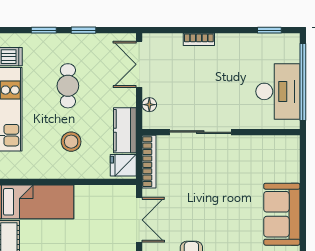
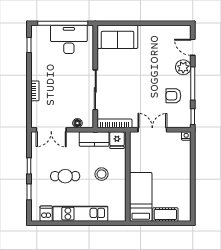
sofa: (282, 214) -> (117, 37), moved

